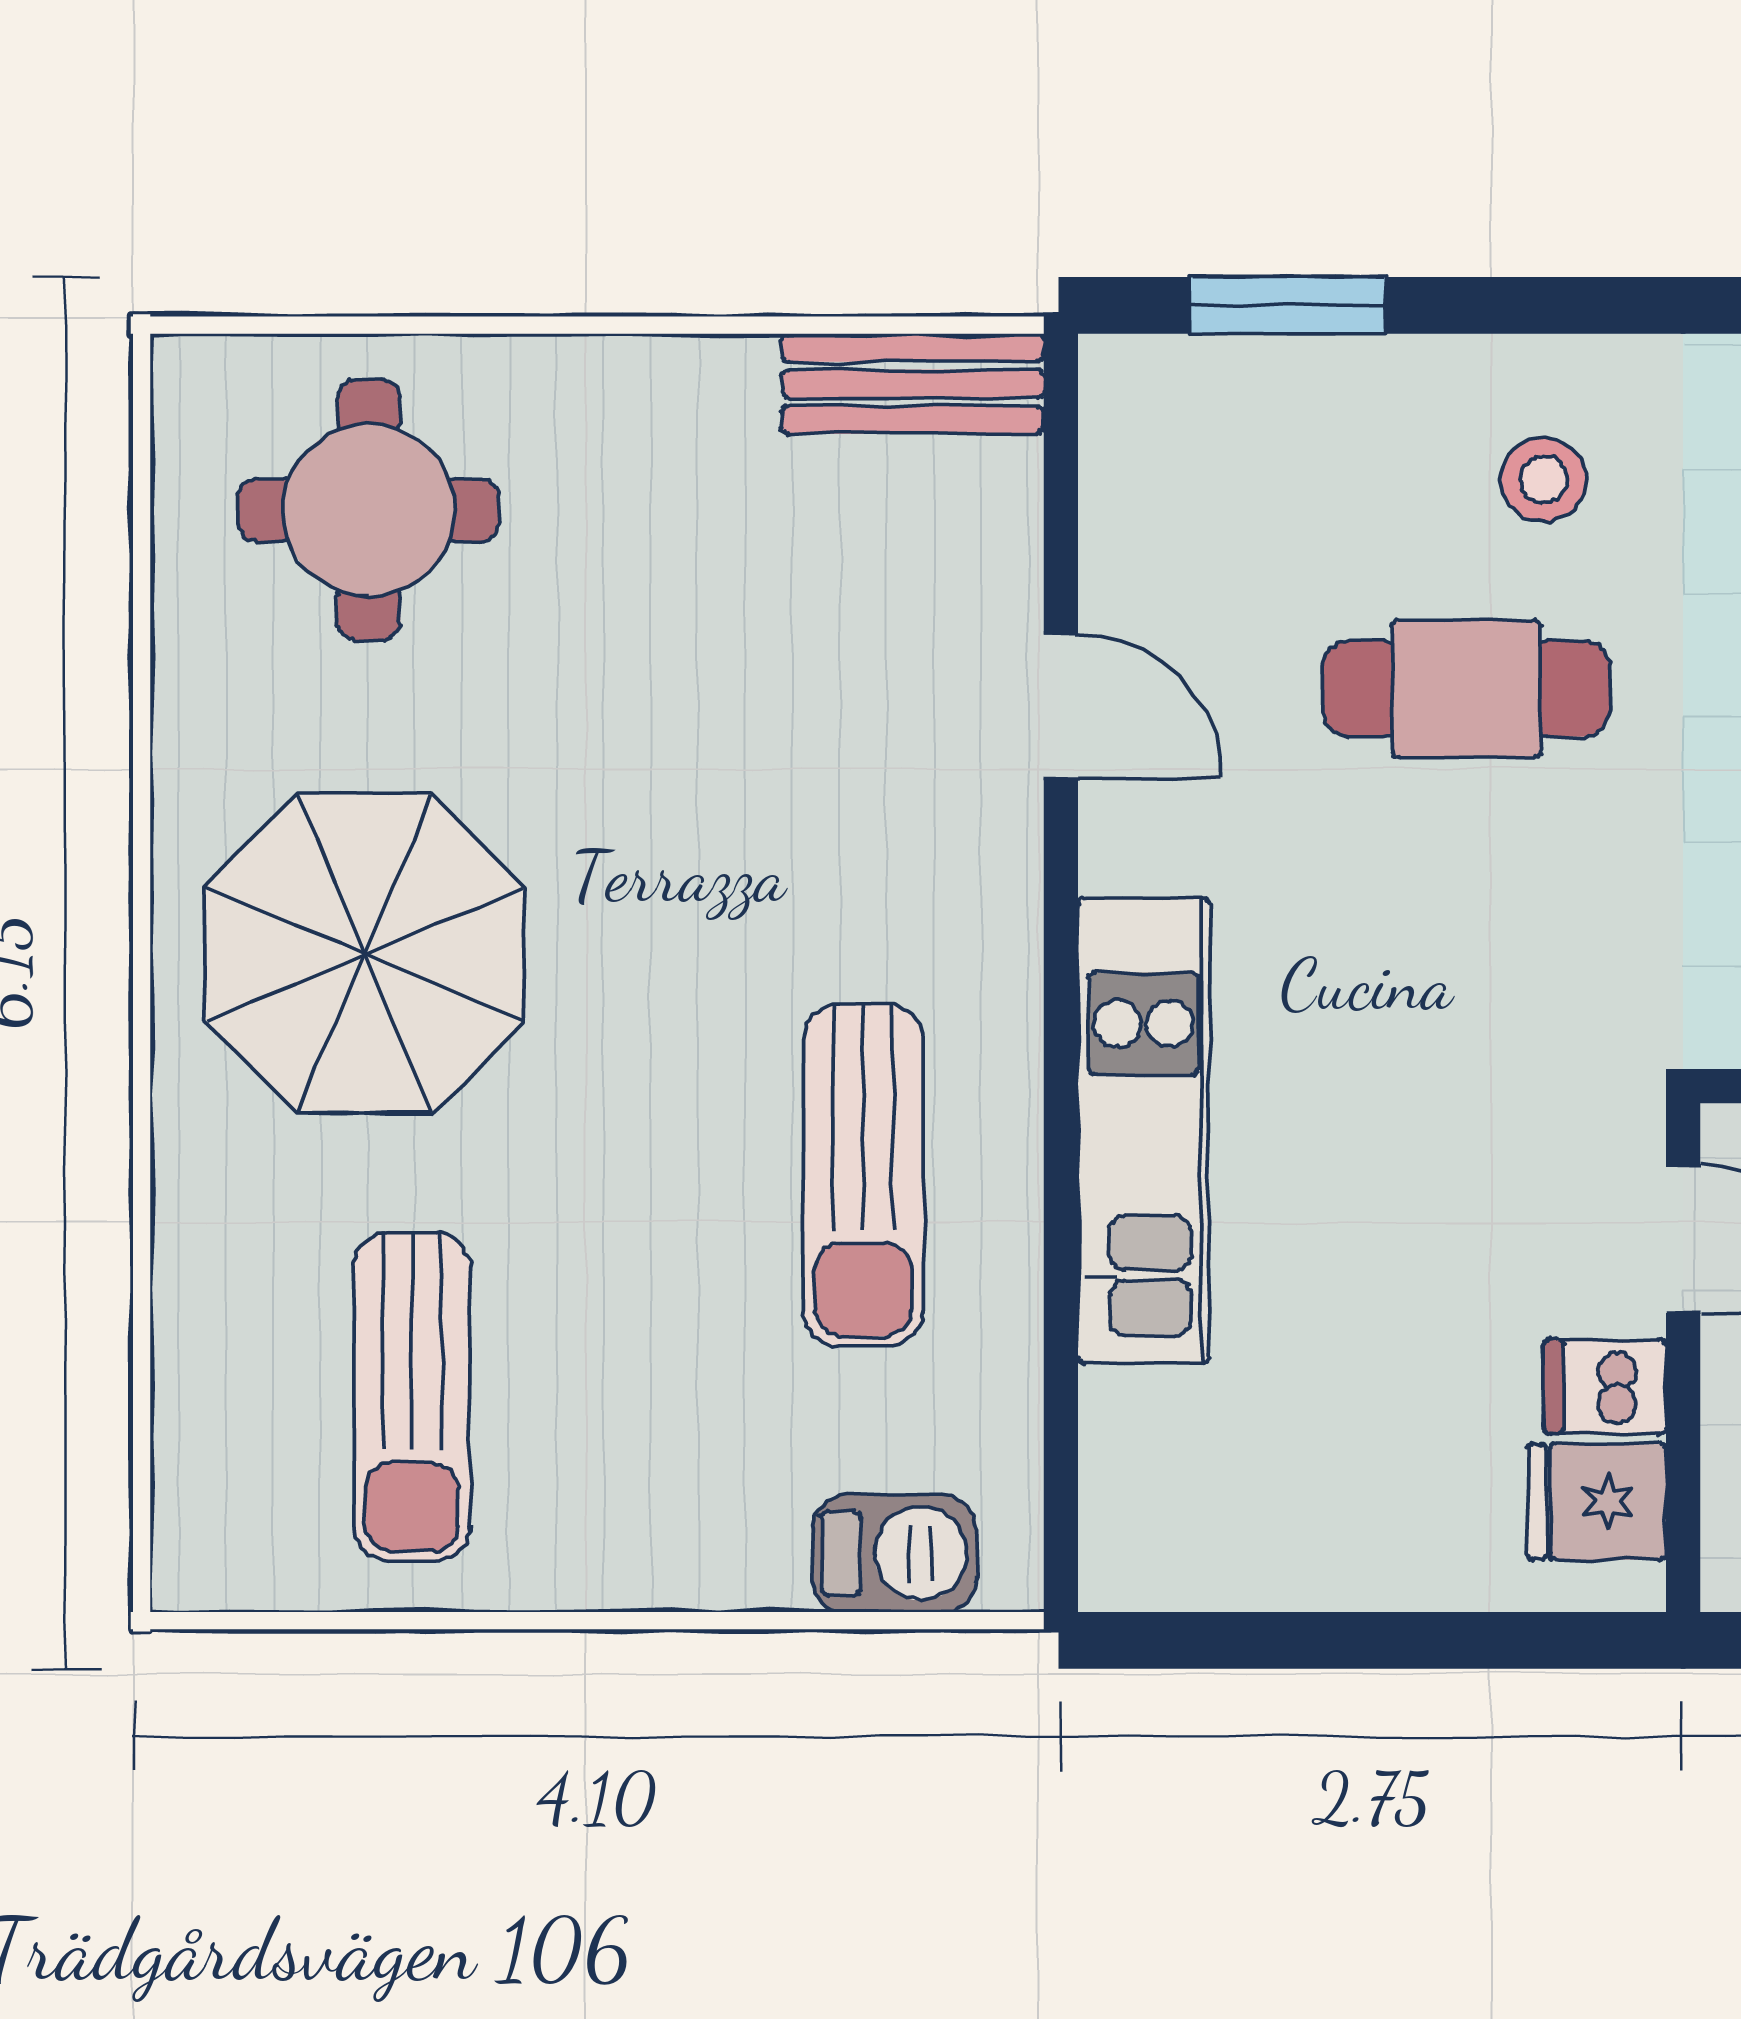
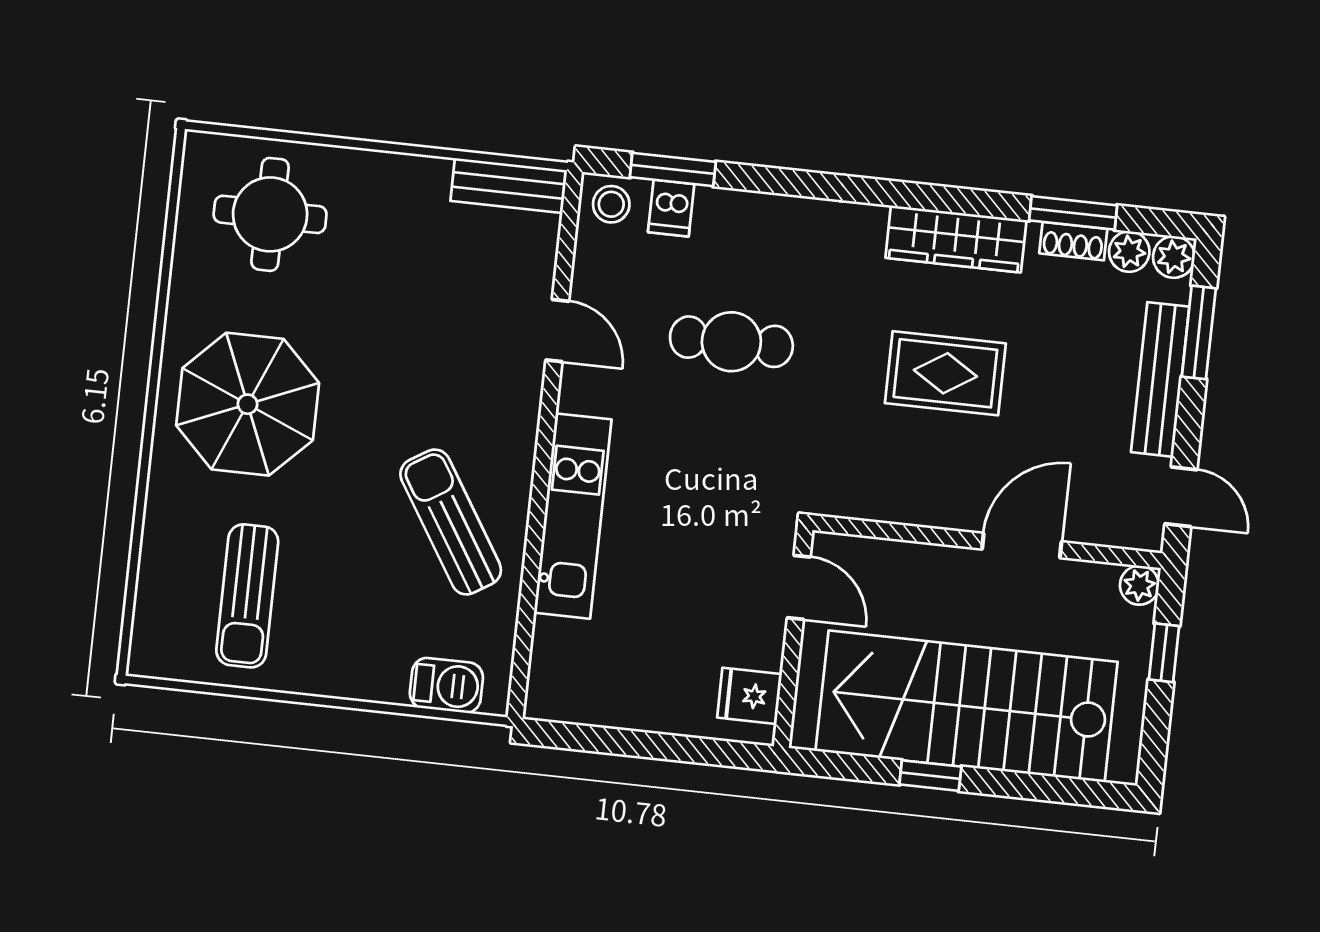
stool: (1544, 479) -> (611, 204), moved
sun lounger: (863, 1175) -> (451, 522), turned 148
dishwasher: (1605, 1387) -> (671, 208), moved, turned -90

